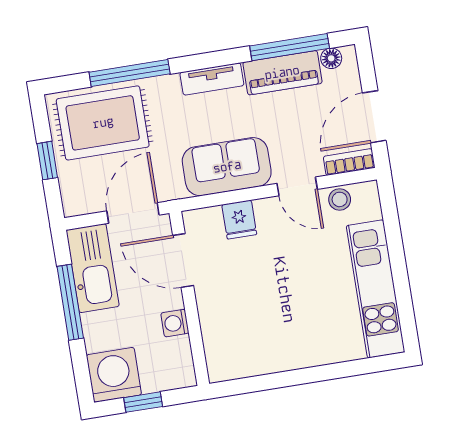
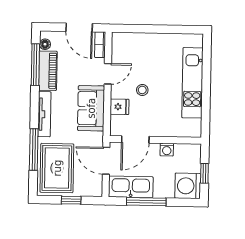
tv unit: (212, 79) -> (44, 114), width x1.41
stool: (340, 199) -> (142, 90), moved
kitchen unit: (376, 289) -> (192, 83), moved, turned 90

